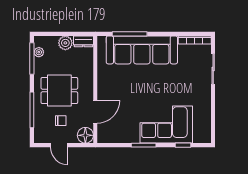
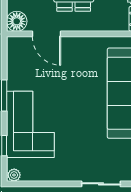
plant: (206, 137) -> (14, 175), added

